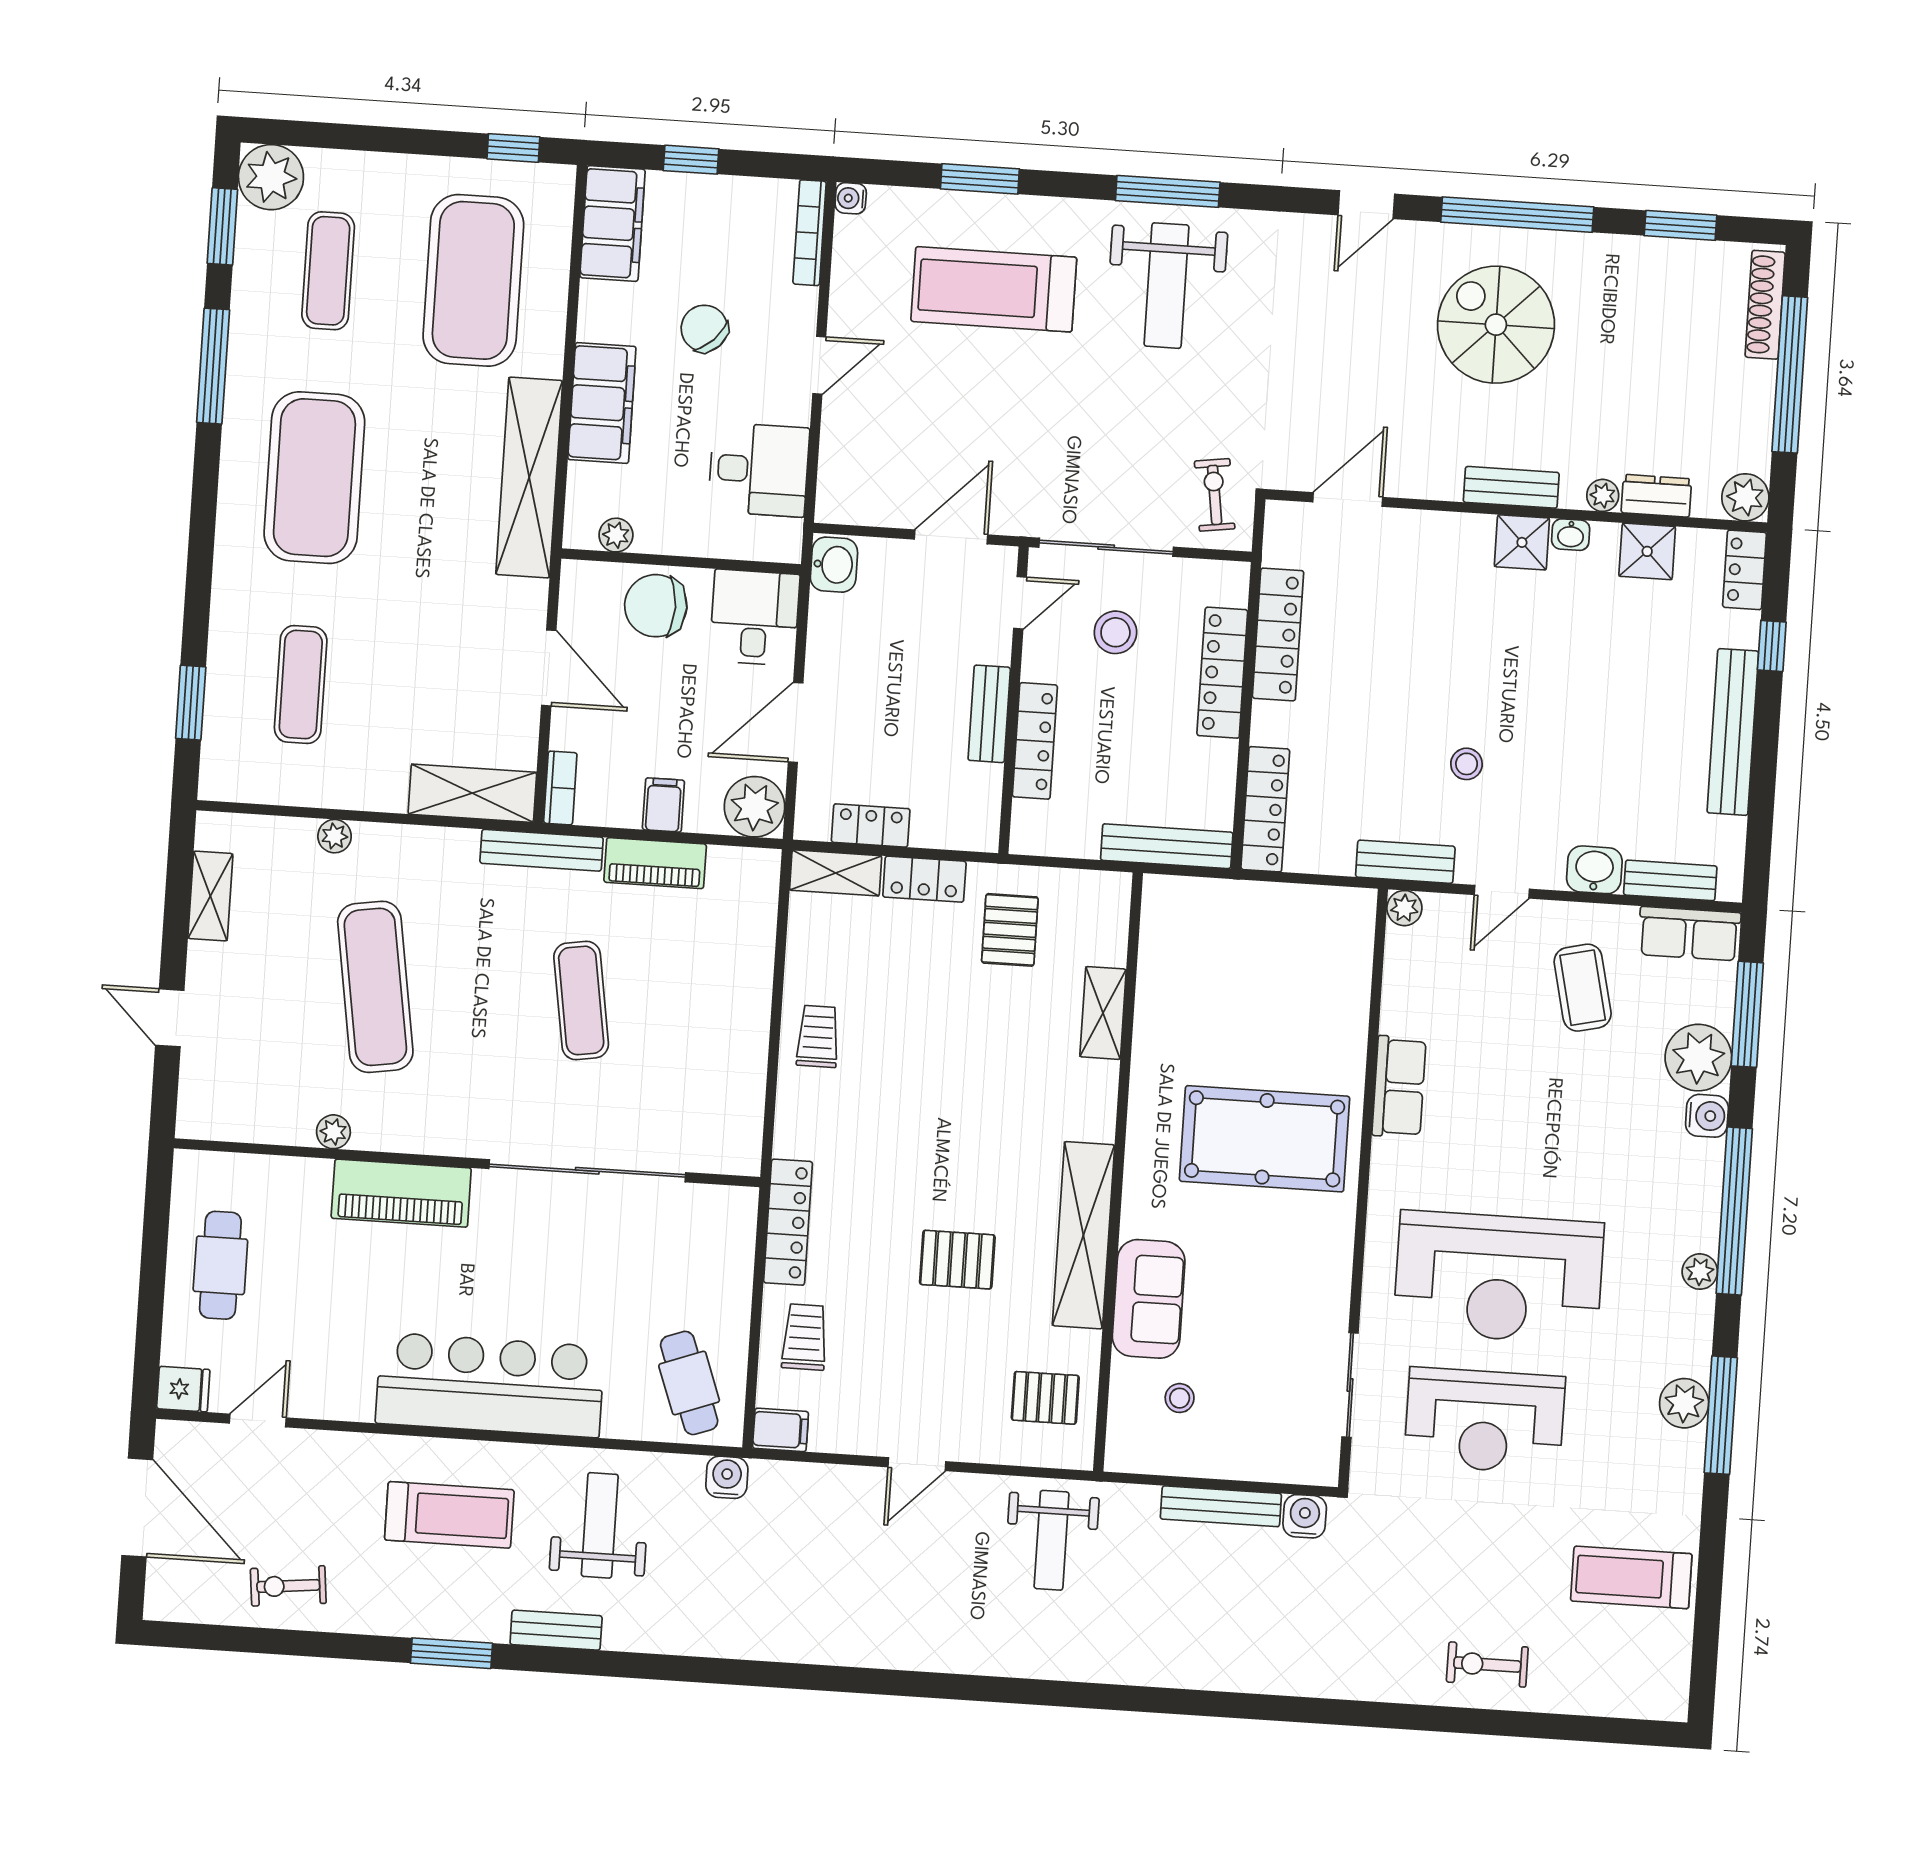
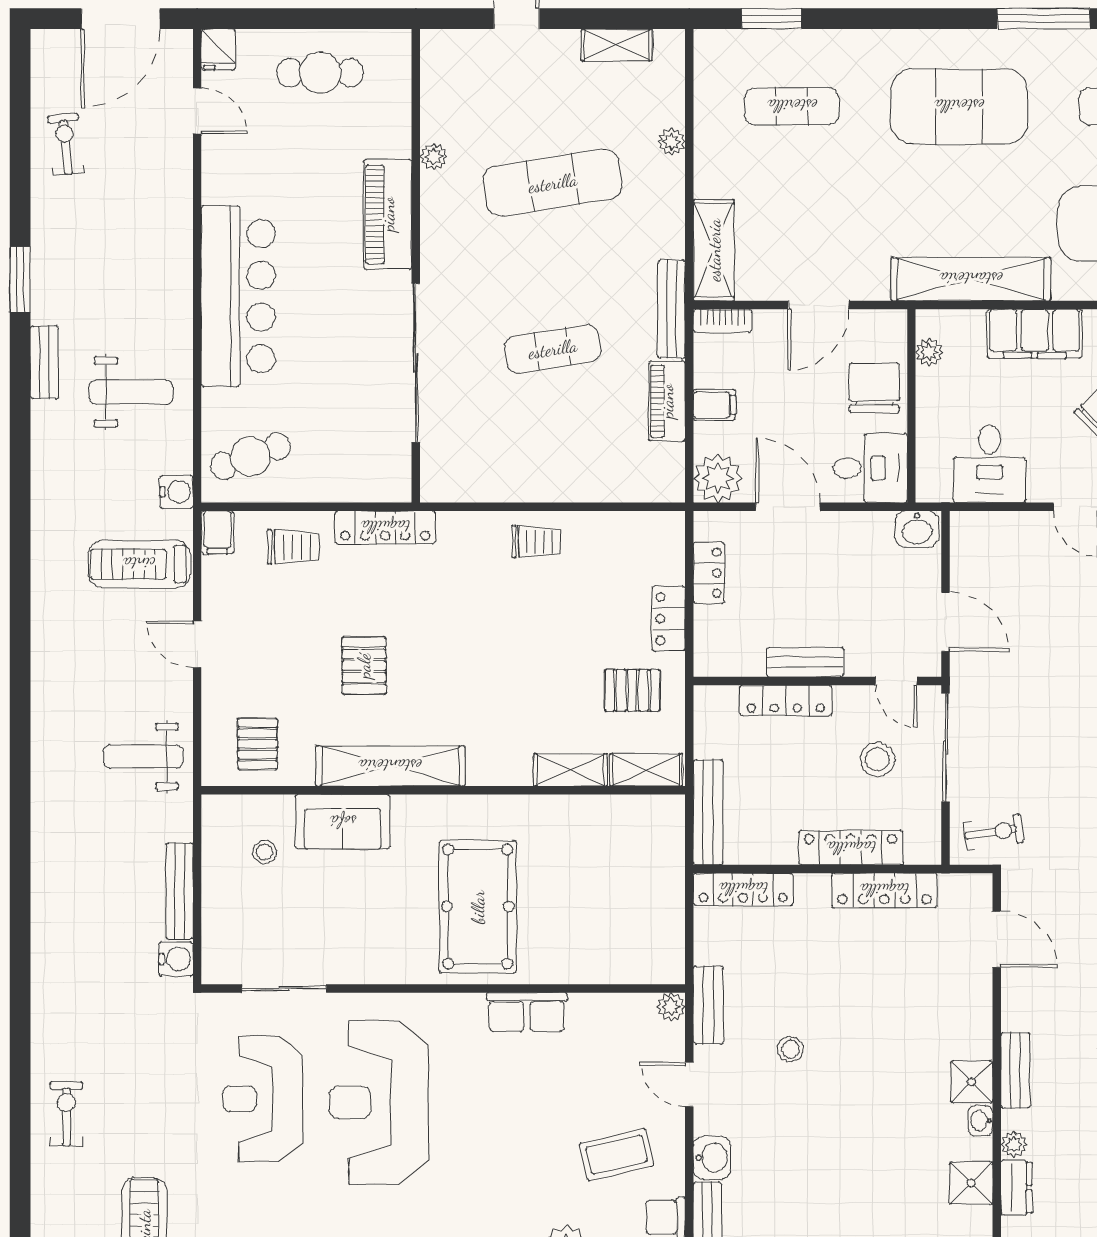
shelving: (836, 873) -> (646, 770), moved, turned 90
treadmill: (449, 1515) -> (139, 564), moved, turned 90

